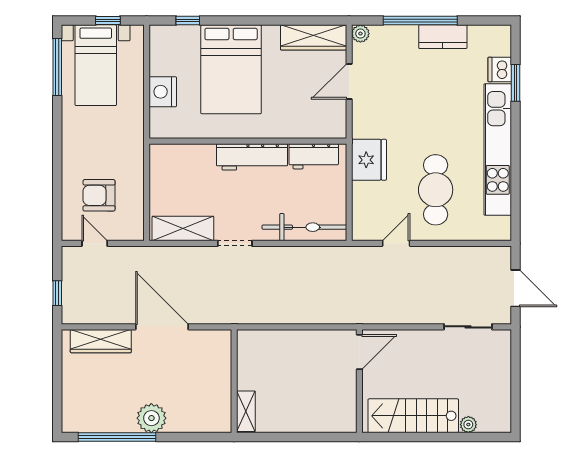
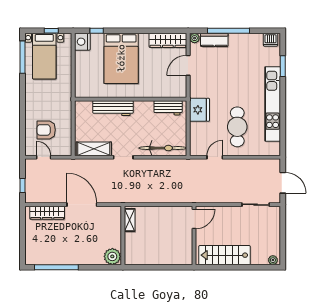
kitchen counter: (443, 37) -> (214, 40), moved
dishwasher: (500, 69) -> (271, 40), moved, turned -90
nightstand: (163, 92) -> (82, 42), moved
workbench: (252, 157) -> (113, 108), moved
shelving: (246, 411) -> (130, 220), moved
plant: (151, 418) -> (112, 256), moved
plant: (468, 425) -> (273, 260), moved

